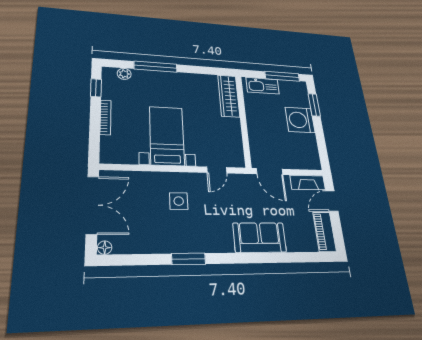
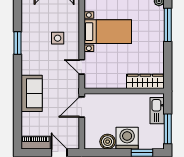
boiler: (308, 142) -> (108, 142), added
fireplace: (308, 182) -> (74, 136), removed

